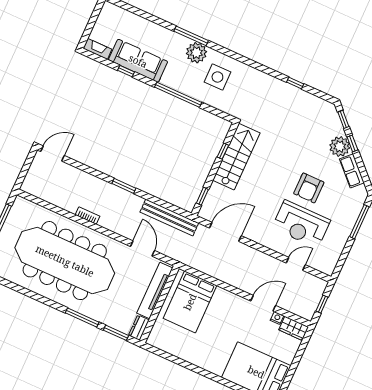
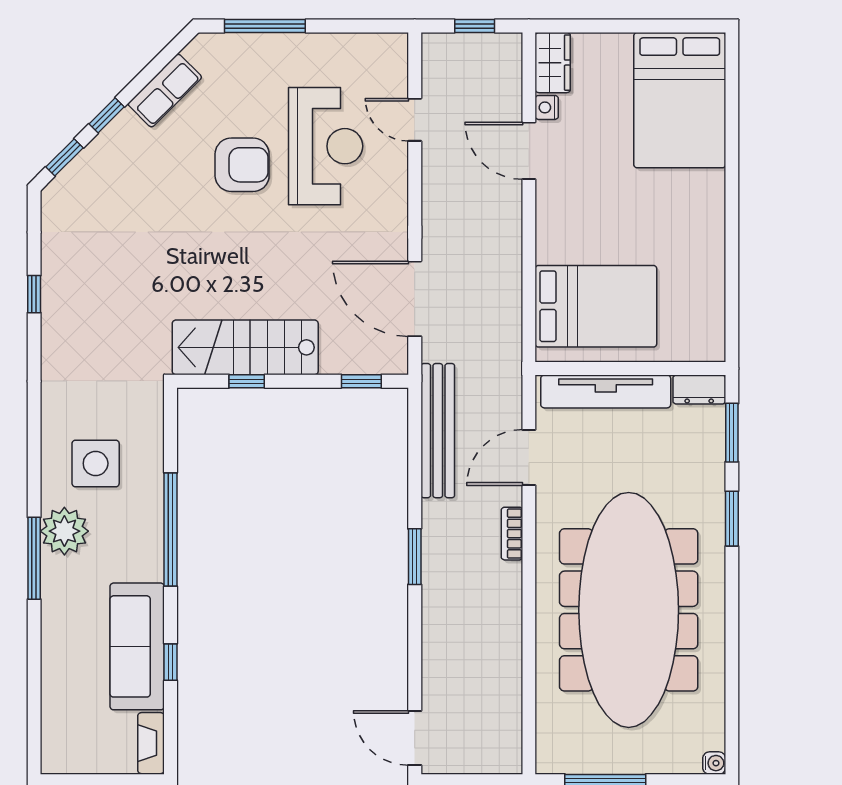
plant: (340, 147) -> (125, 139), removed
bookcase: (88, 216) -> (512, 534), moved
window: (82, 317) -> (732, 519), width x0.69

